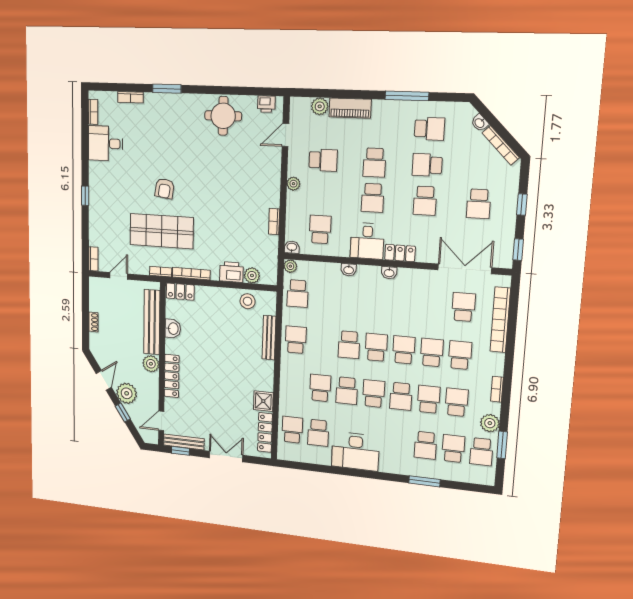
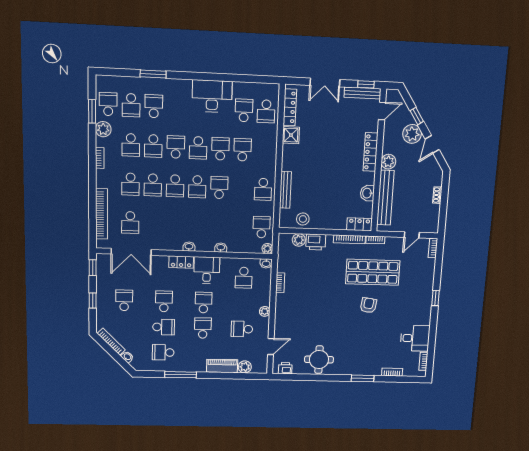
school desk: (320, 388) -> (243, 150), turned 180

